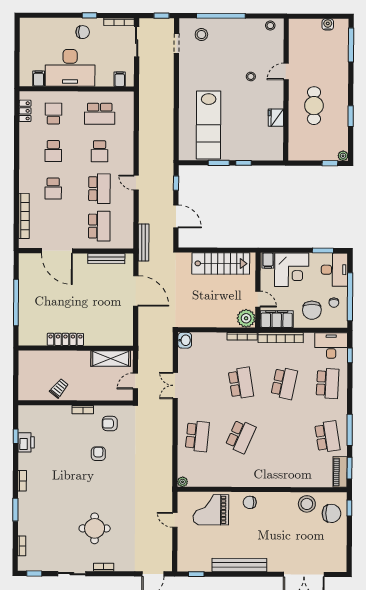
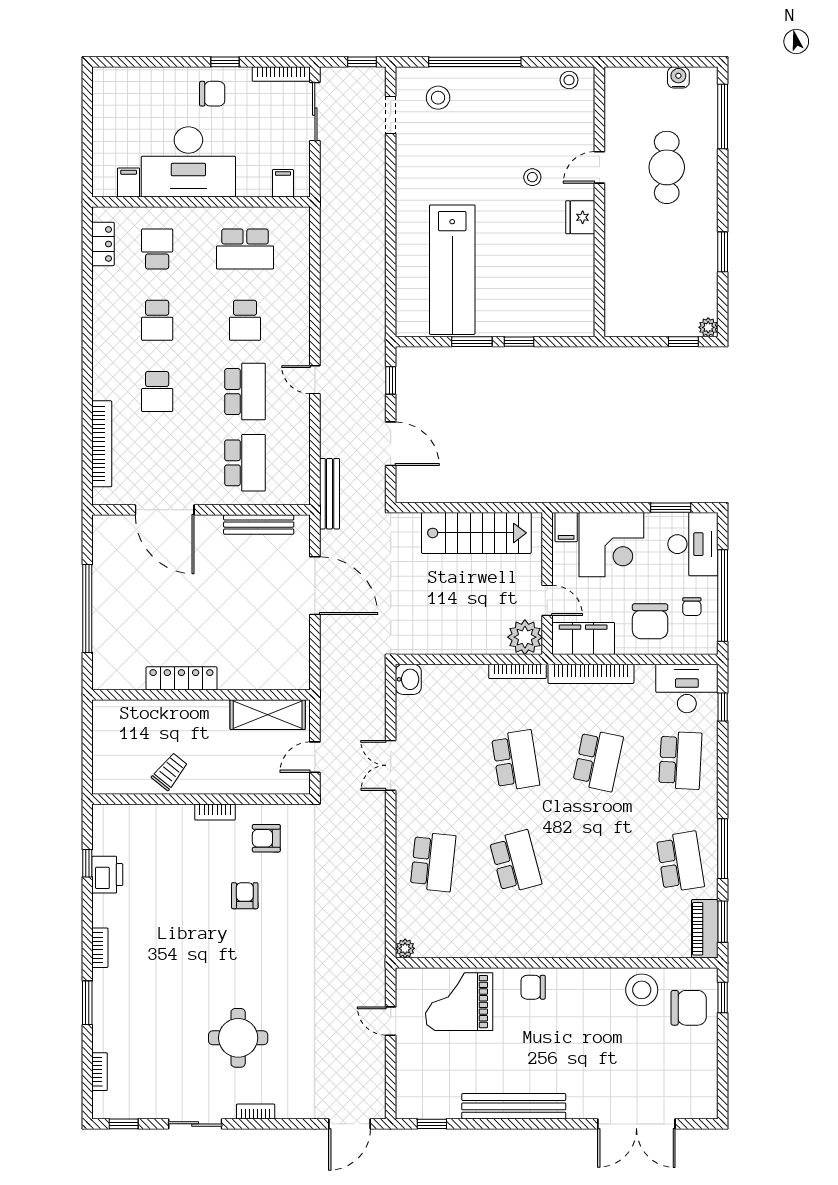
cafe table: (314, 106) -> (667, 167), moved
fridge: (276, 118) -> (580, 217), moved
school desk: (241, 436) -> (515, 862), turned -39

